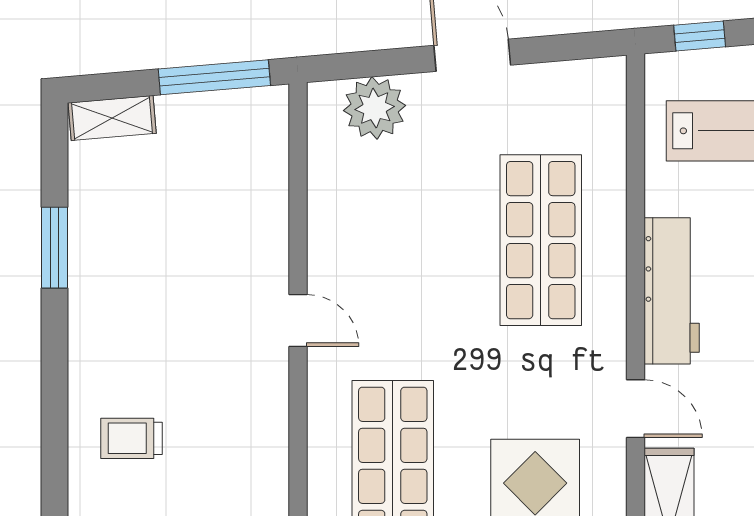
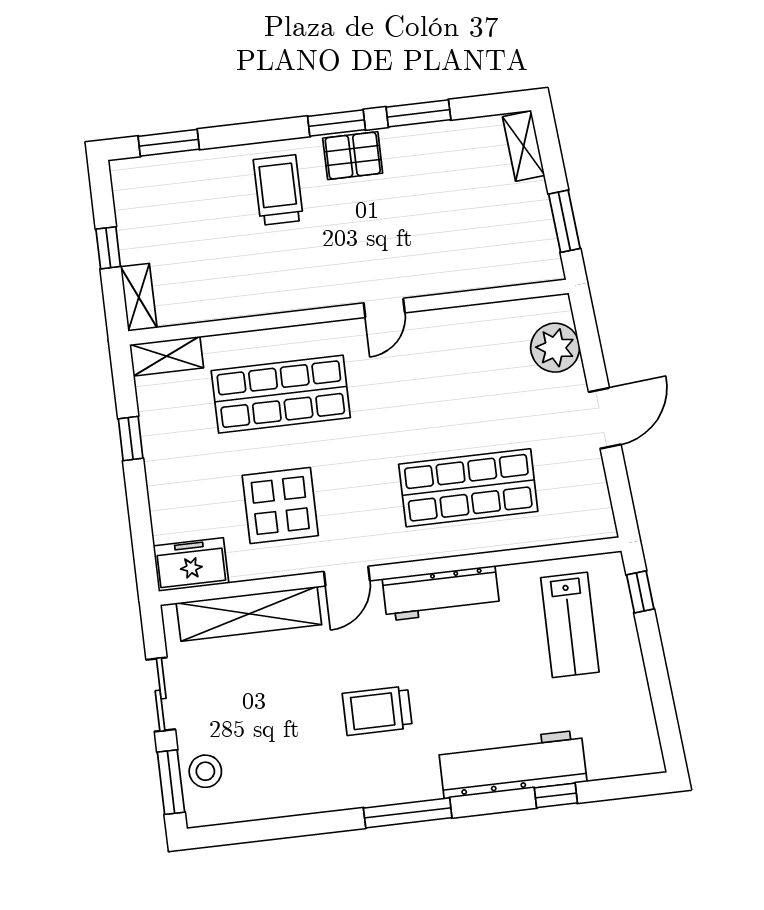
window: (214, 77) -> (564, 221), width x0.69
pallet: (99, 338) -> (353, 156), added
window: (55, 354) -> (337, 123), added
trolley: (132, 438) -> (278, 190), width x1.36, depth x1.39

